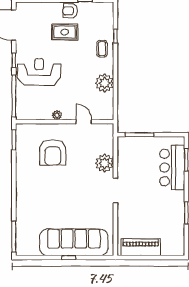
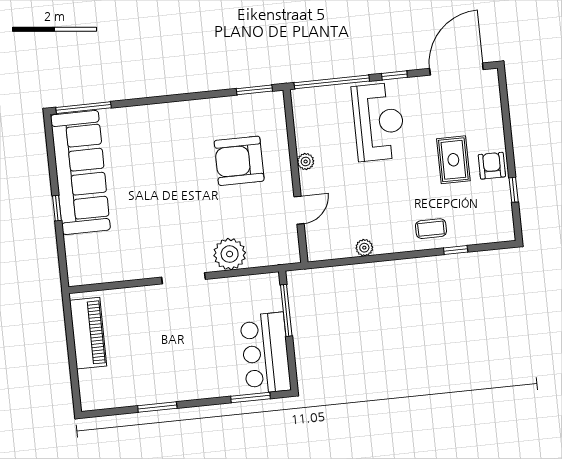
plant: (105, 83) -> (364, 248), width x0.53, depth x0.53
bar counter: (172, 168) -> (265, 353), moved, turned -90
sofa: (74, 242) -> (80, 172), moved

